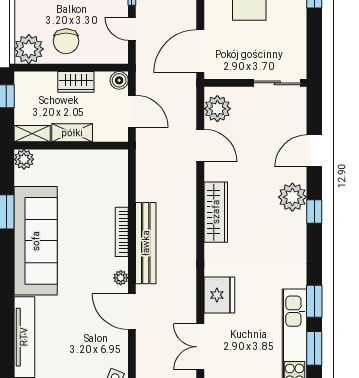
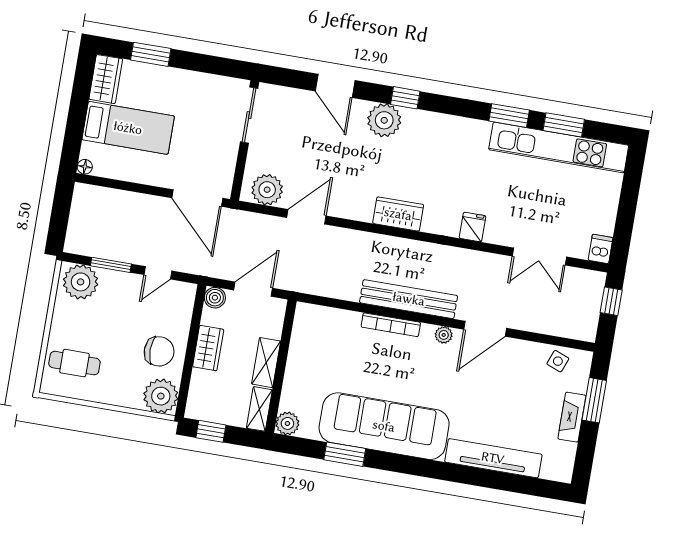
wardrobe: (216, 212) -> (398, 214), width x0.67
fridge: (219, 295) -> (473, 227), width x0.53, depth x0.75

